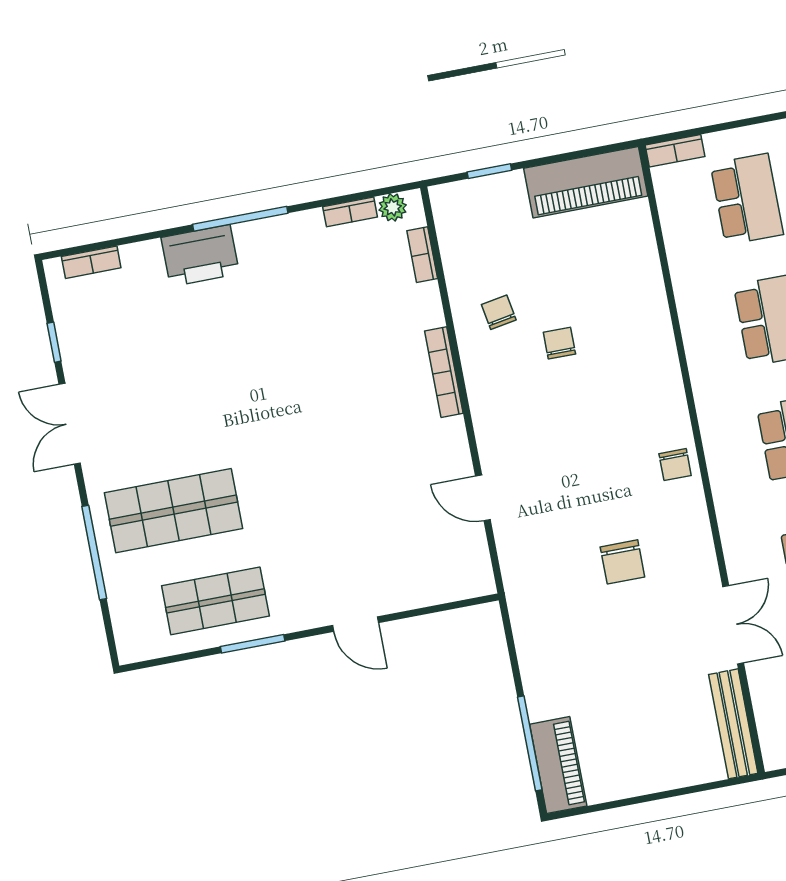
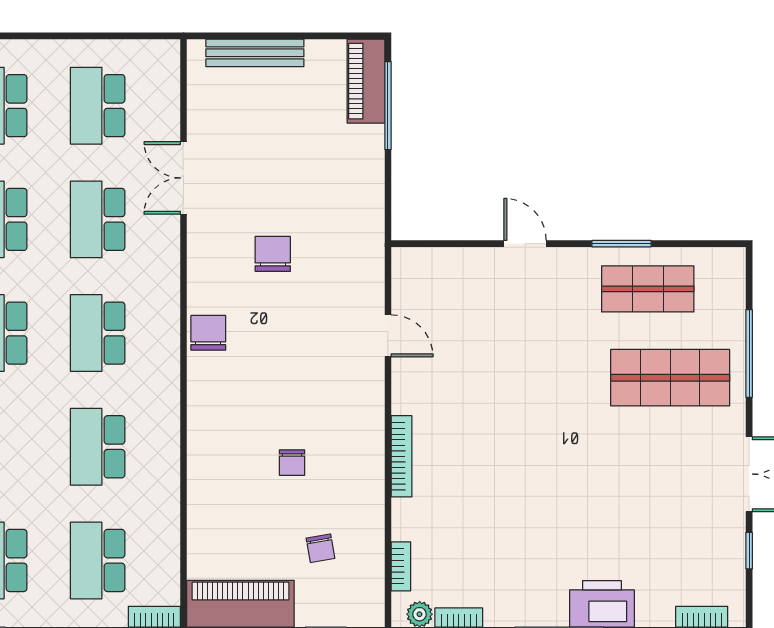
chair: (499, 312) -> (320, 548), moved
chair: (675, 465) -> (208, 333), width x1.37, depth x1.37
bench: (733, 724) -> (255, 53), moved, turned 90

